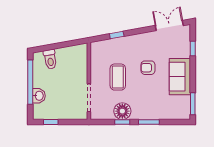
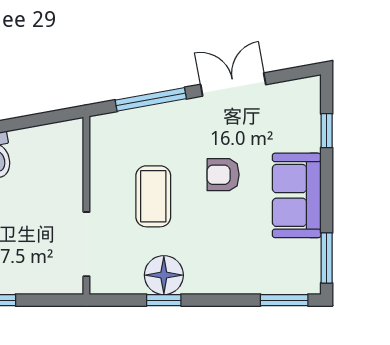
double door: (169, 26) -> (233, 85), moved
window: (117, 35) -> (151, 99), width x2.17
window: (149, 122) -> (284, 300), moved

